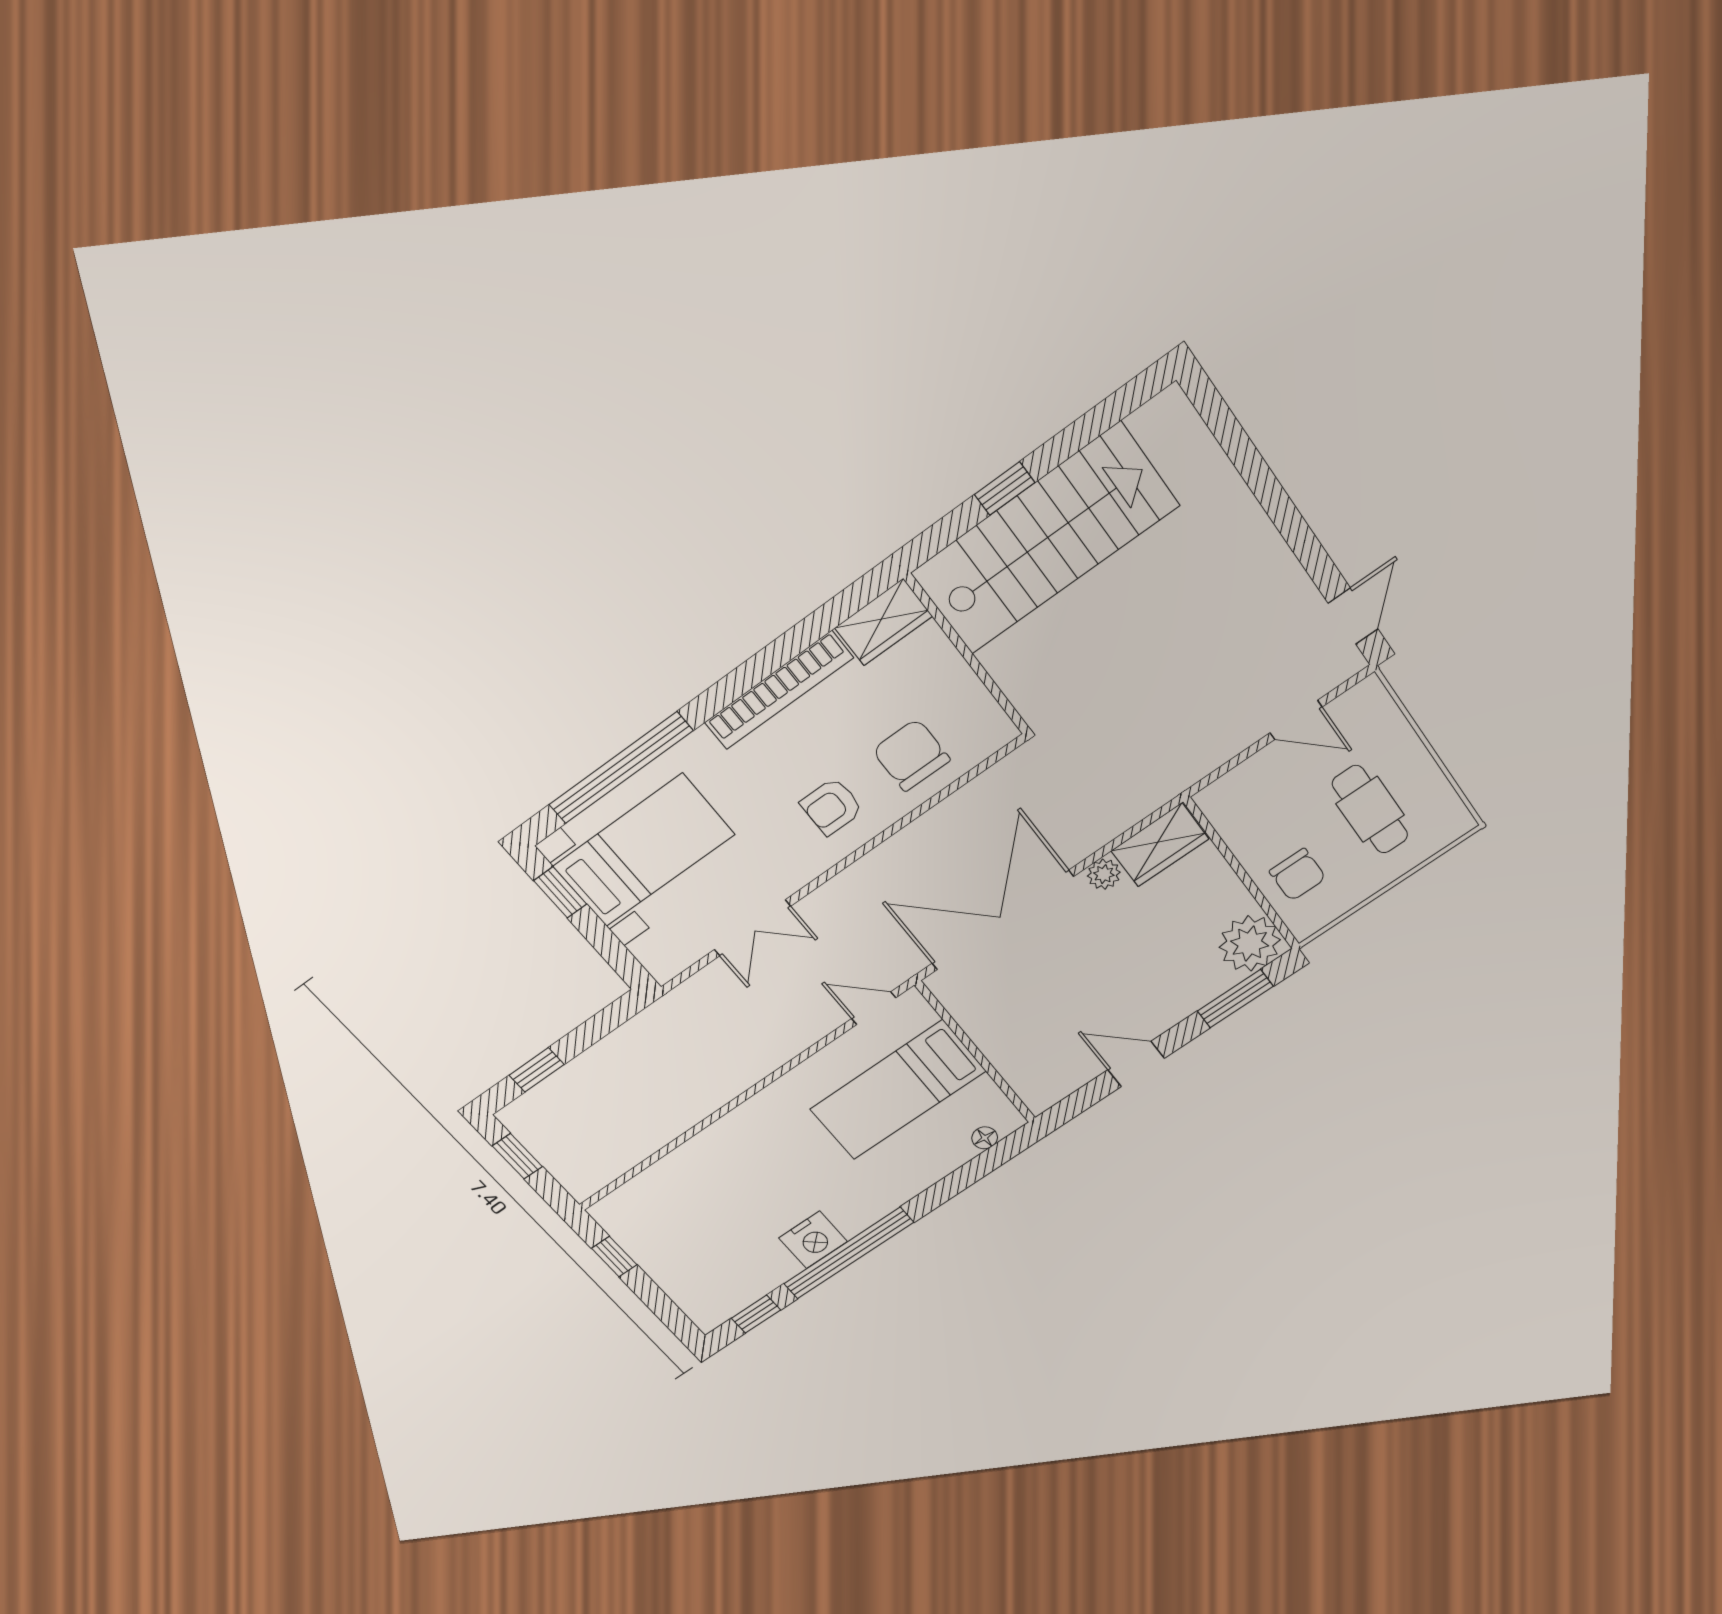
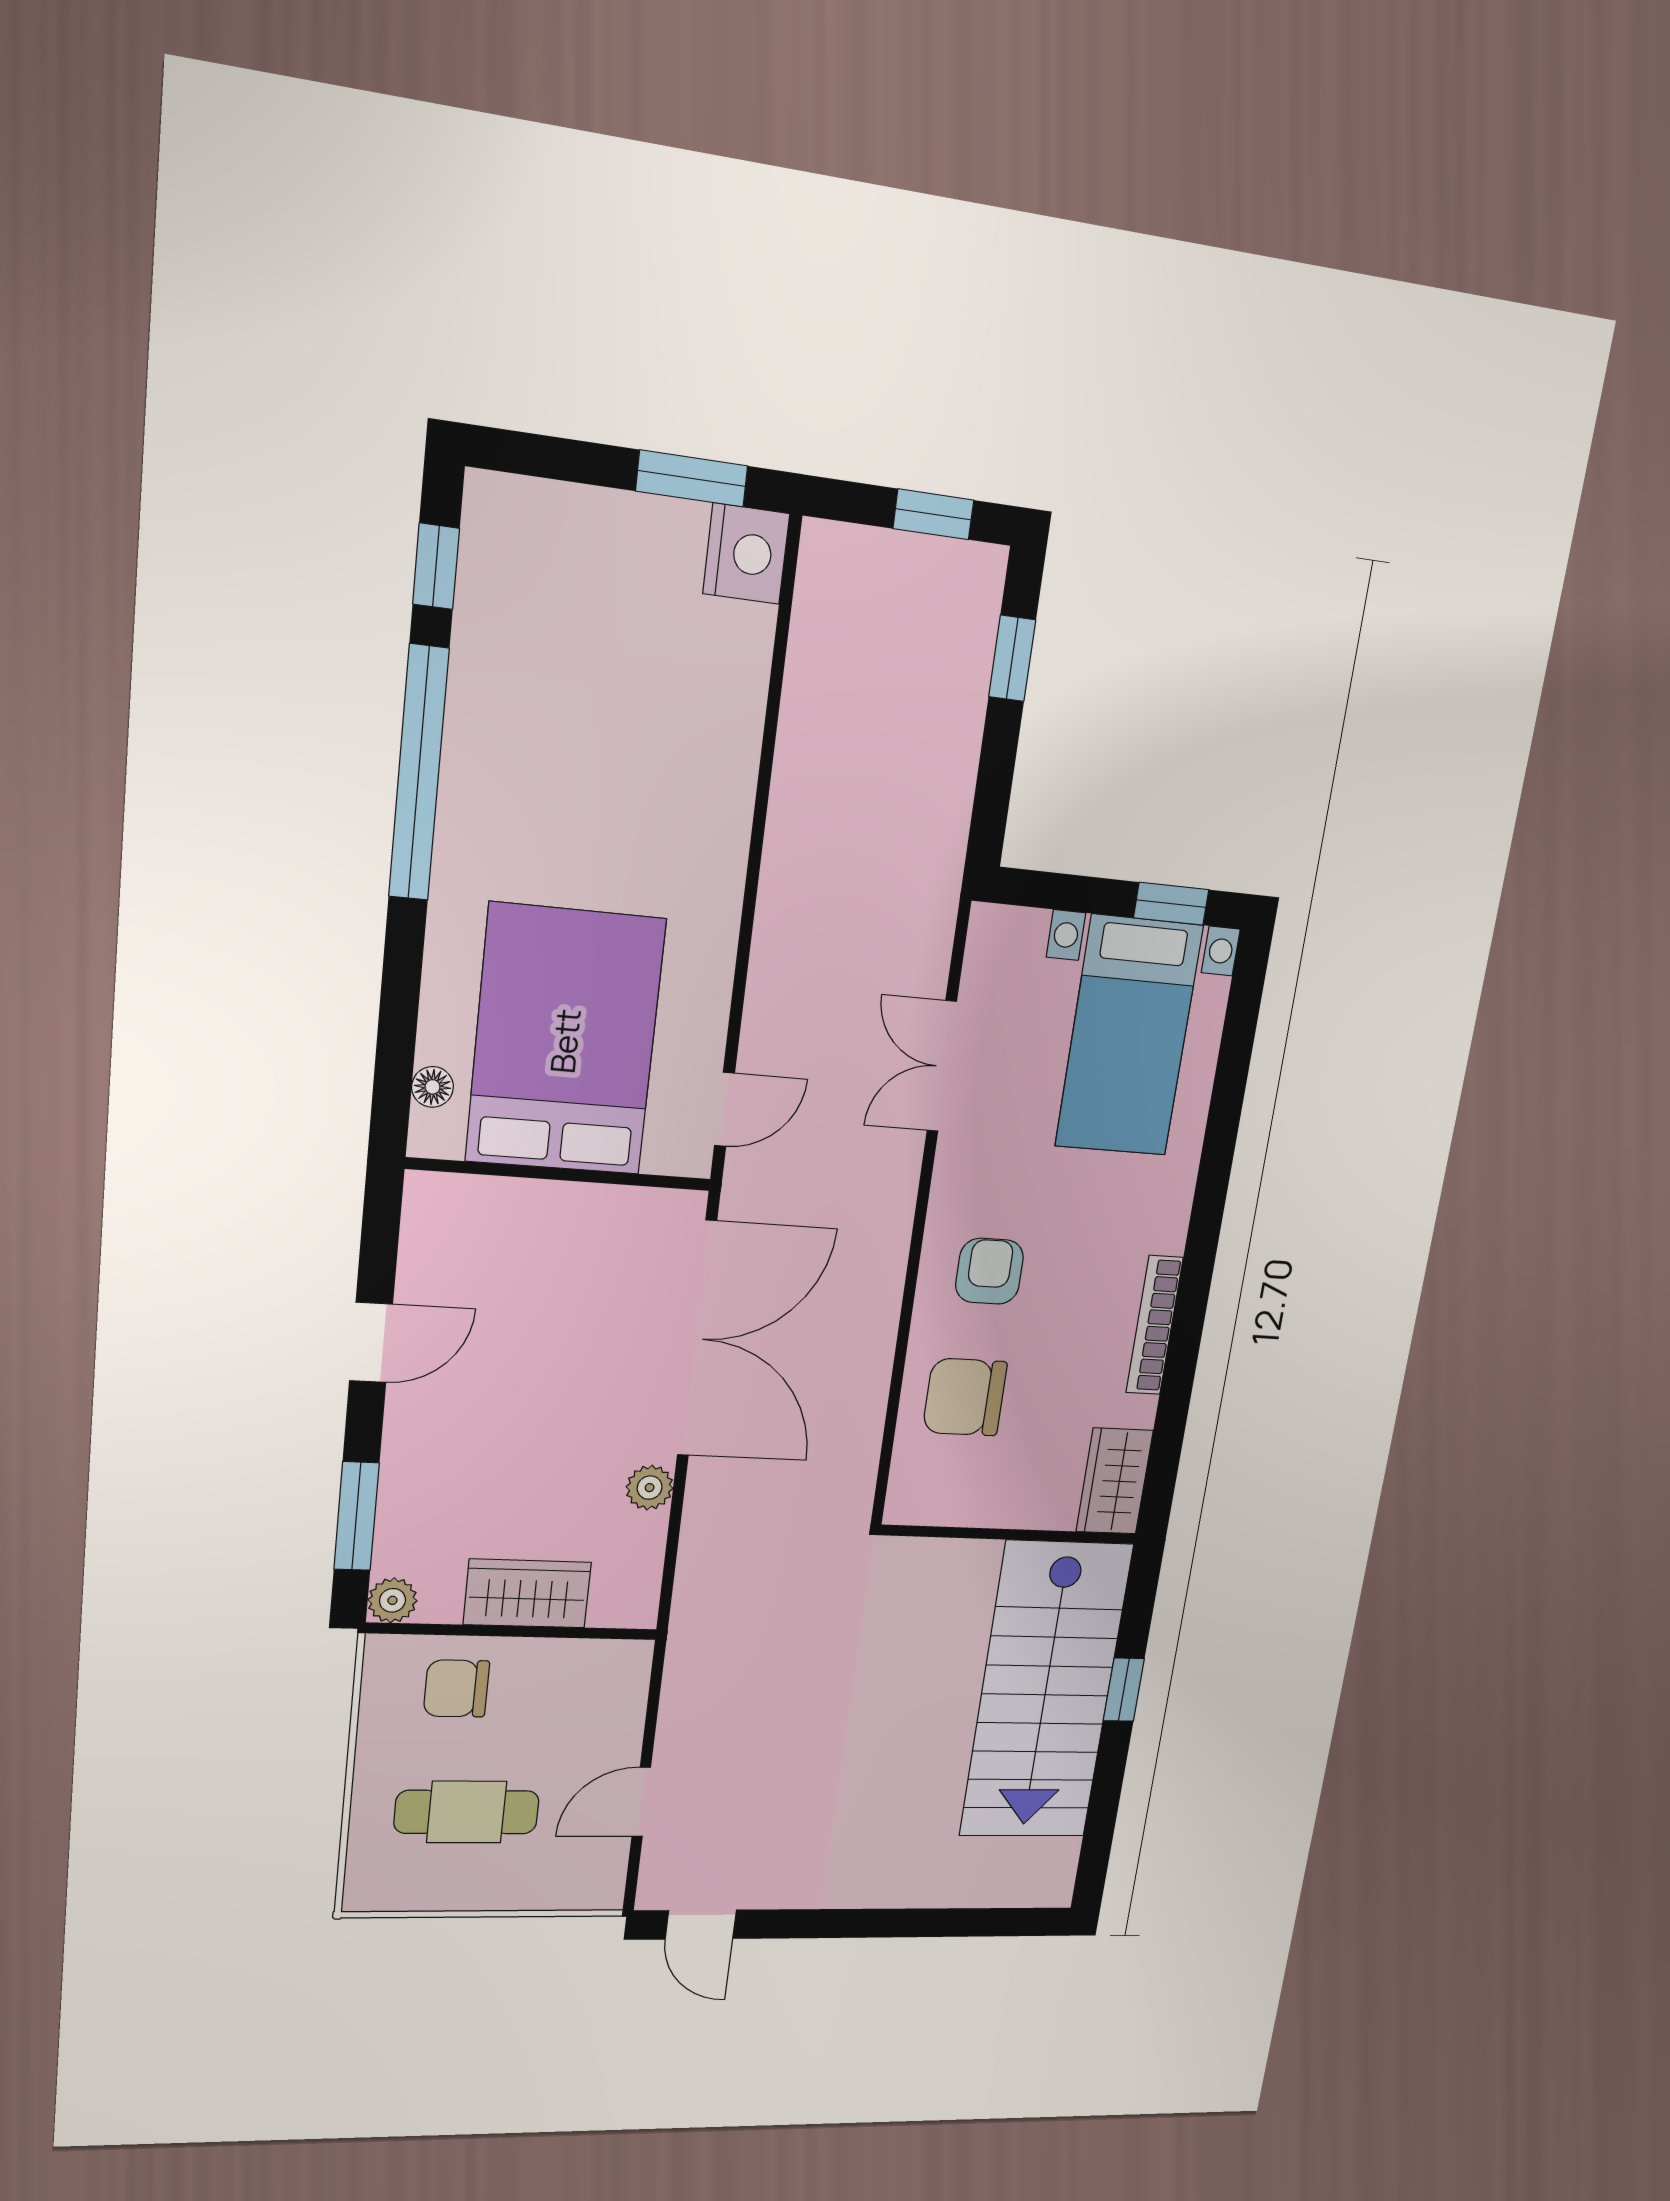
bookcase: (779, 690) -> (1154, 1325), width x0.68, depth x0.76
chair: (911, 755) -> (965, 1397), turned 180
window: (621, 768) -> (1227, 1098), removed
wardrobe: (1160, 845) -> (527, 1594), moved, turned 90
plant: (1250, 943) -> (392, 1600), width x0.53, depth x0.53
bed: (898, 1090) -> (565, 1041), width x1.50
nightstand: (813, 1240) -> (746, 554), moved, turned 180
window: (614, 1257) -> (692, 478), width x1.50

